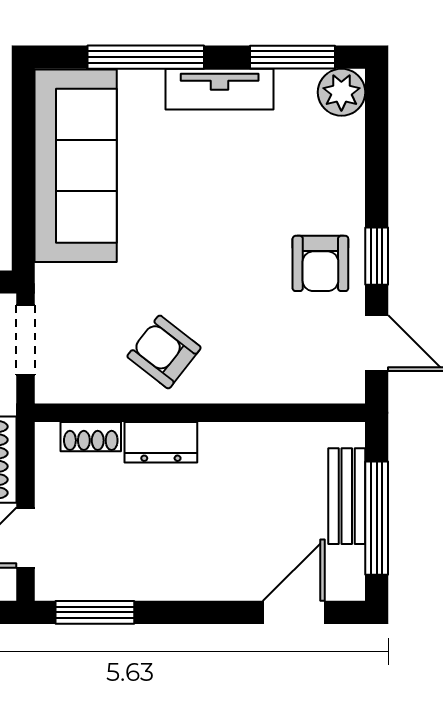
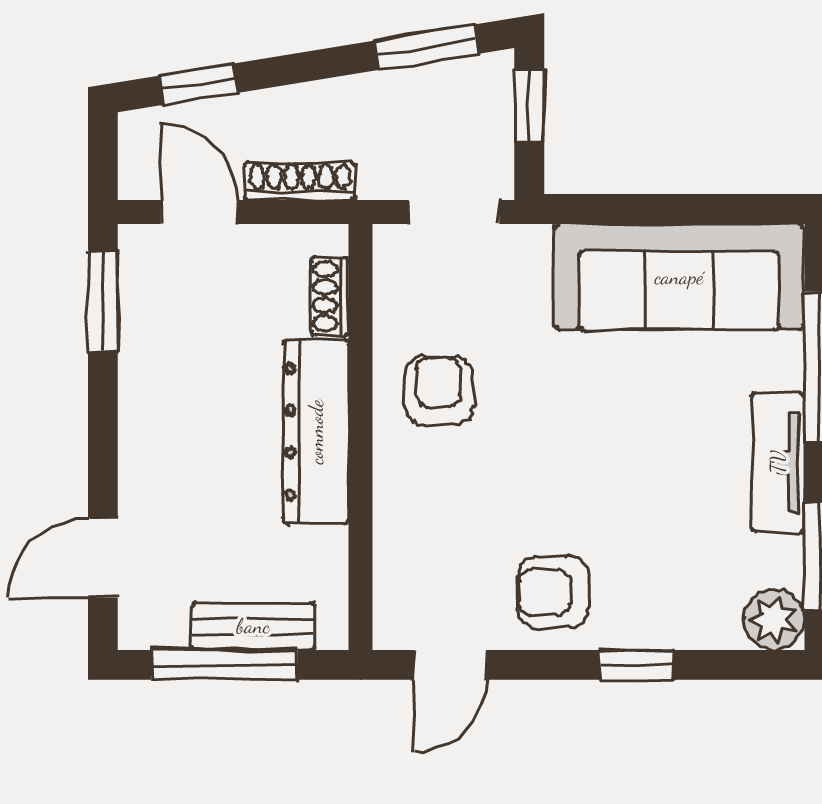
window: (377, 256) -> (636, 665), moved
armchair: (164, 352) -> (439, 391), turned -38
dresser: (161, 442) -> (316, 432), width x1.96, depth x1.24
door: (294, 612) -> (103, 558), swing flipped

